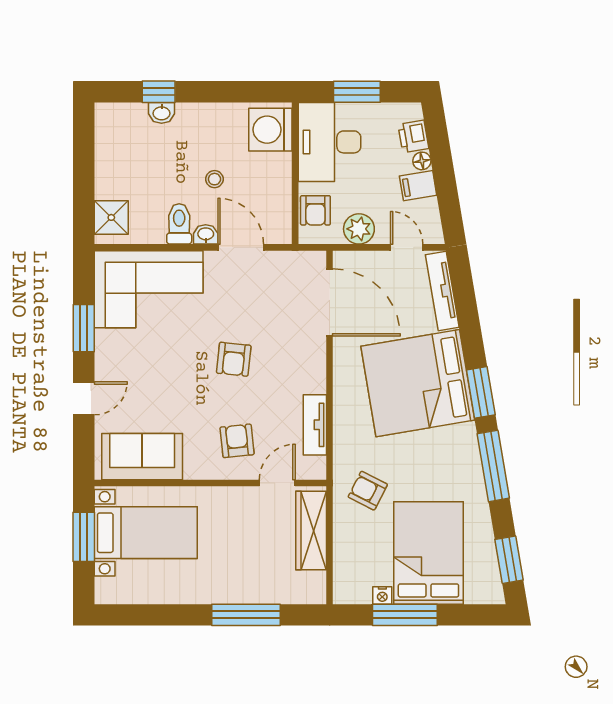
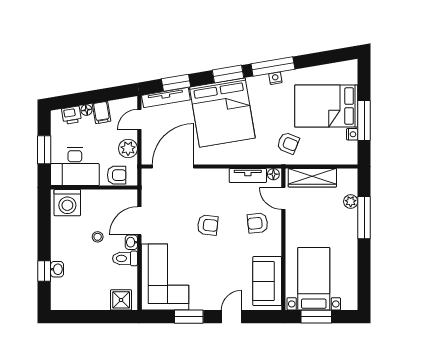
door: (84, 398) -> (232, 317), hinge flipped
floor lamp: (317, 467) -> (273, 174), added
nightstand: (474, 470) -> (275, 78), added
armchair: (368, 491) -> (288, 143), turned -95
window: (509, 560) -> (176, 83), moved
plant: (272, 593) -> (351, 202), added

